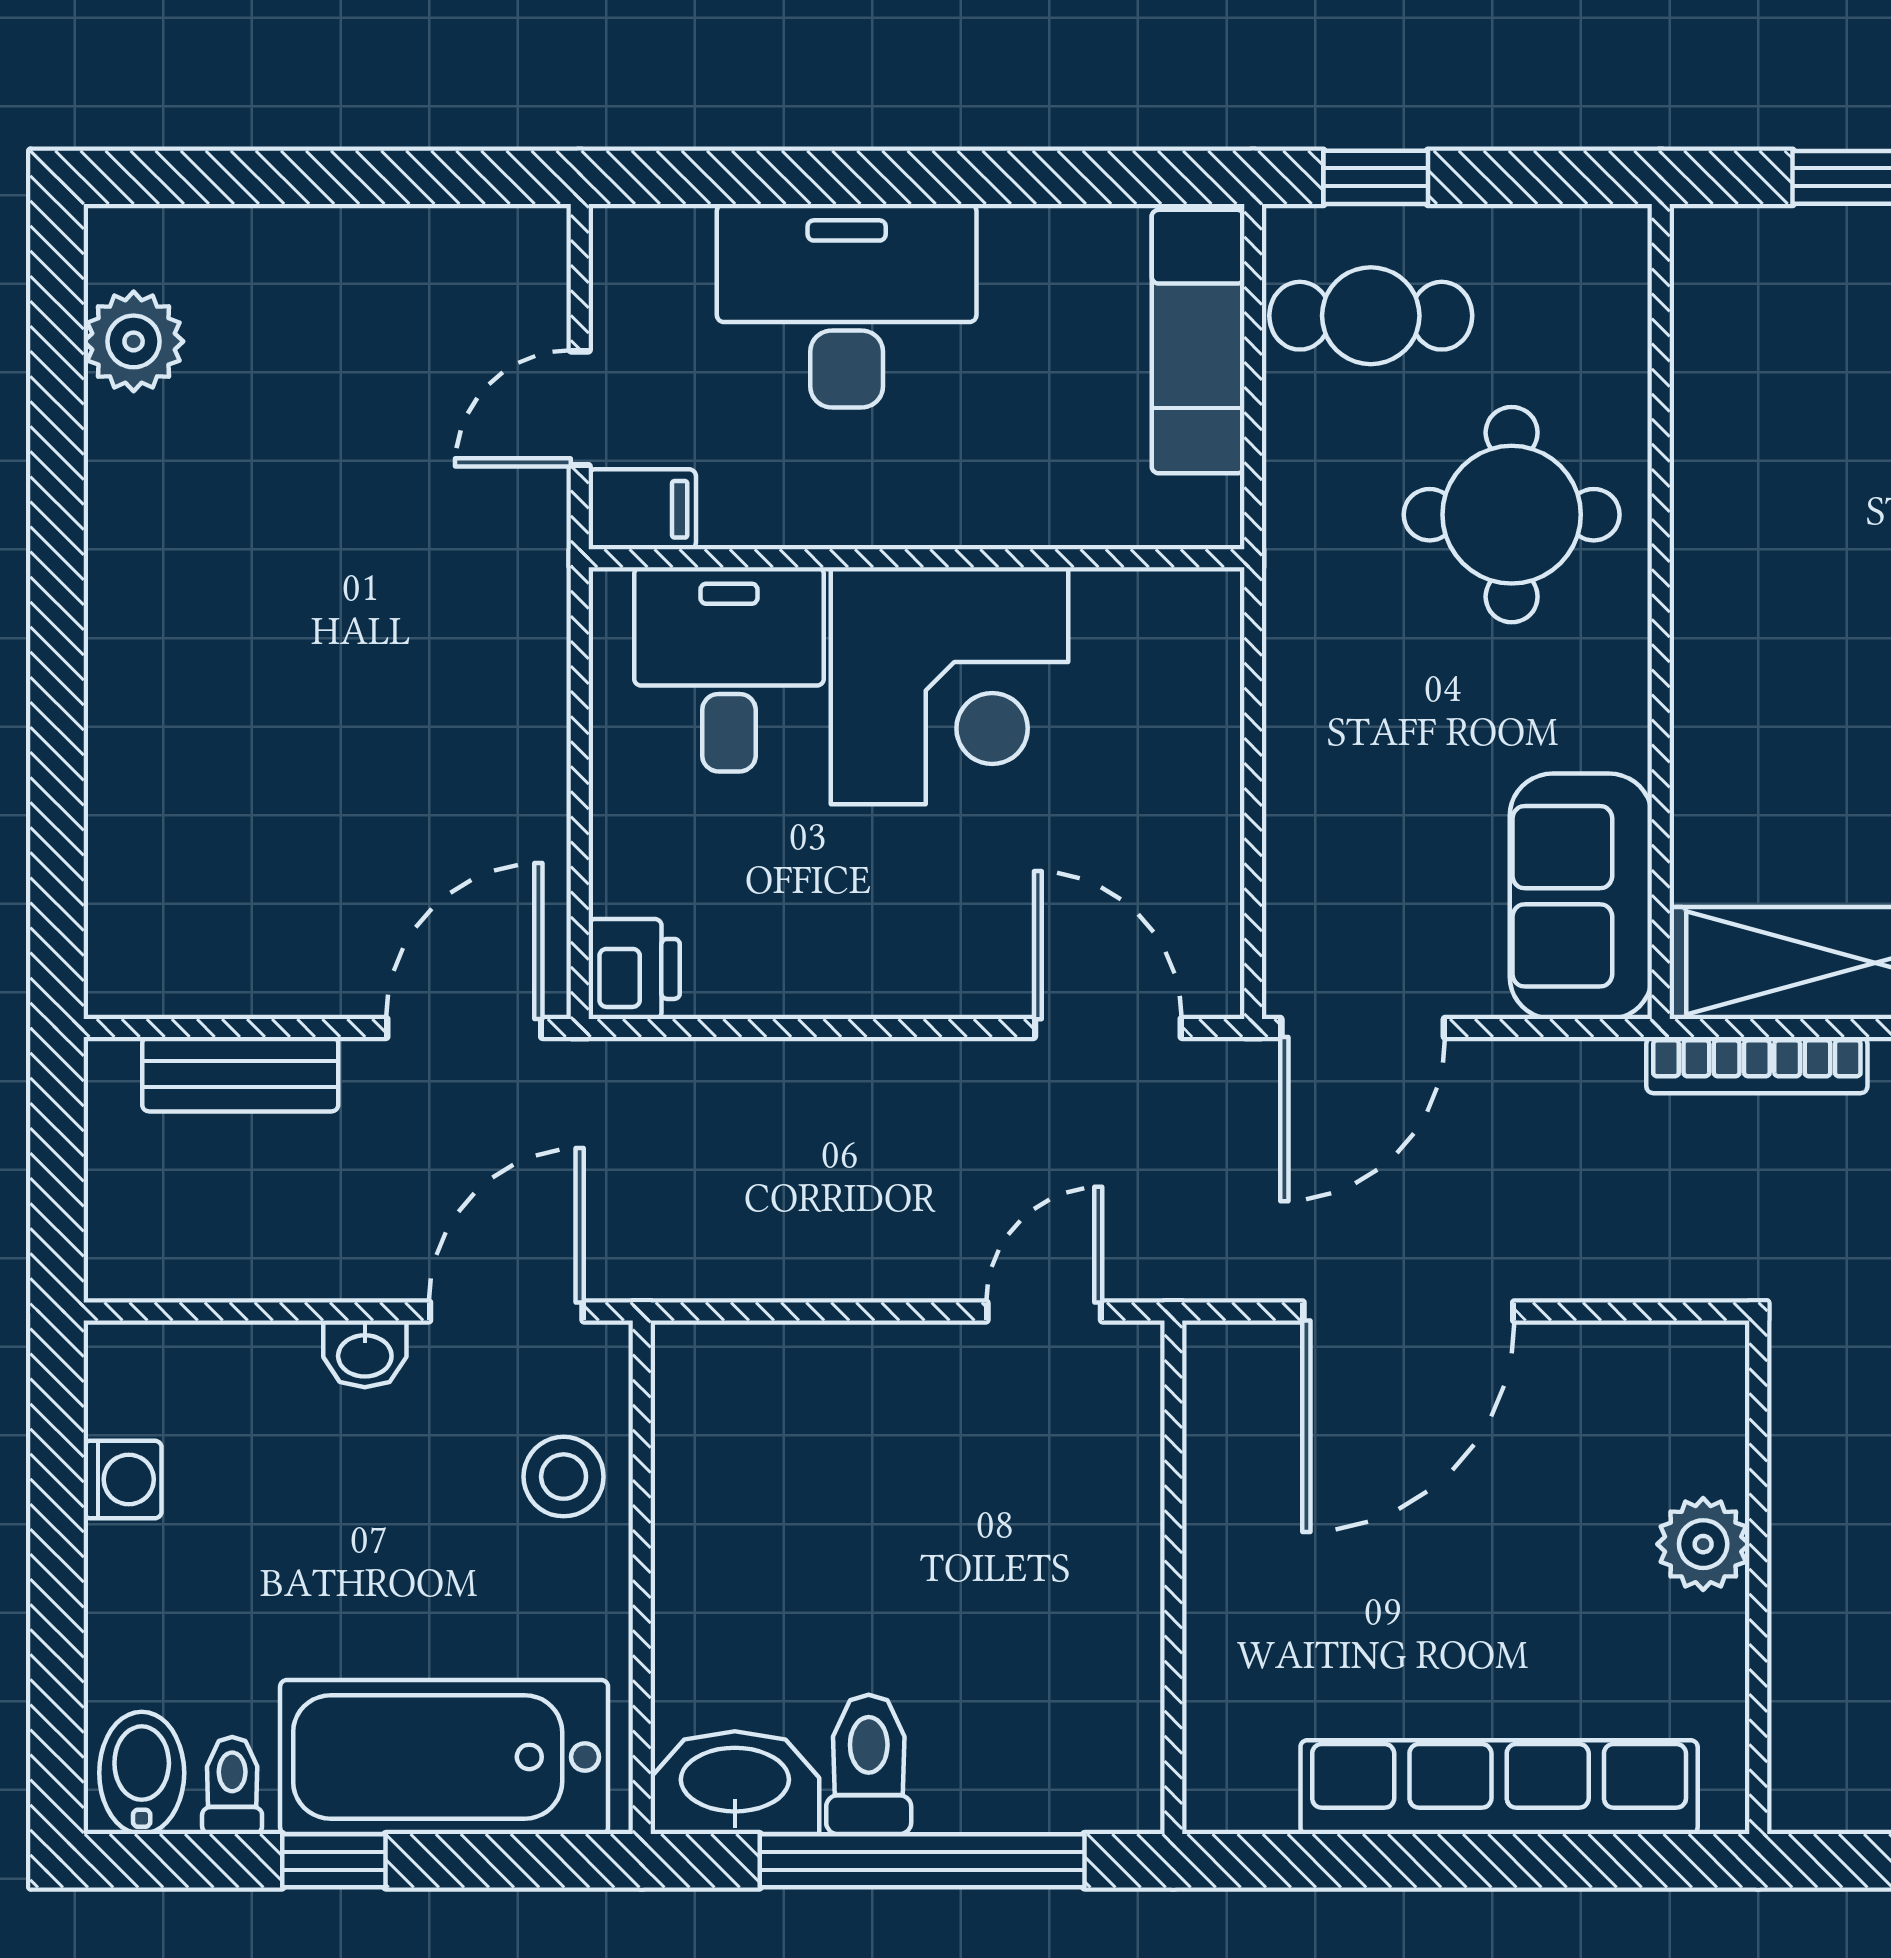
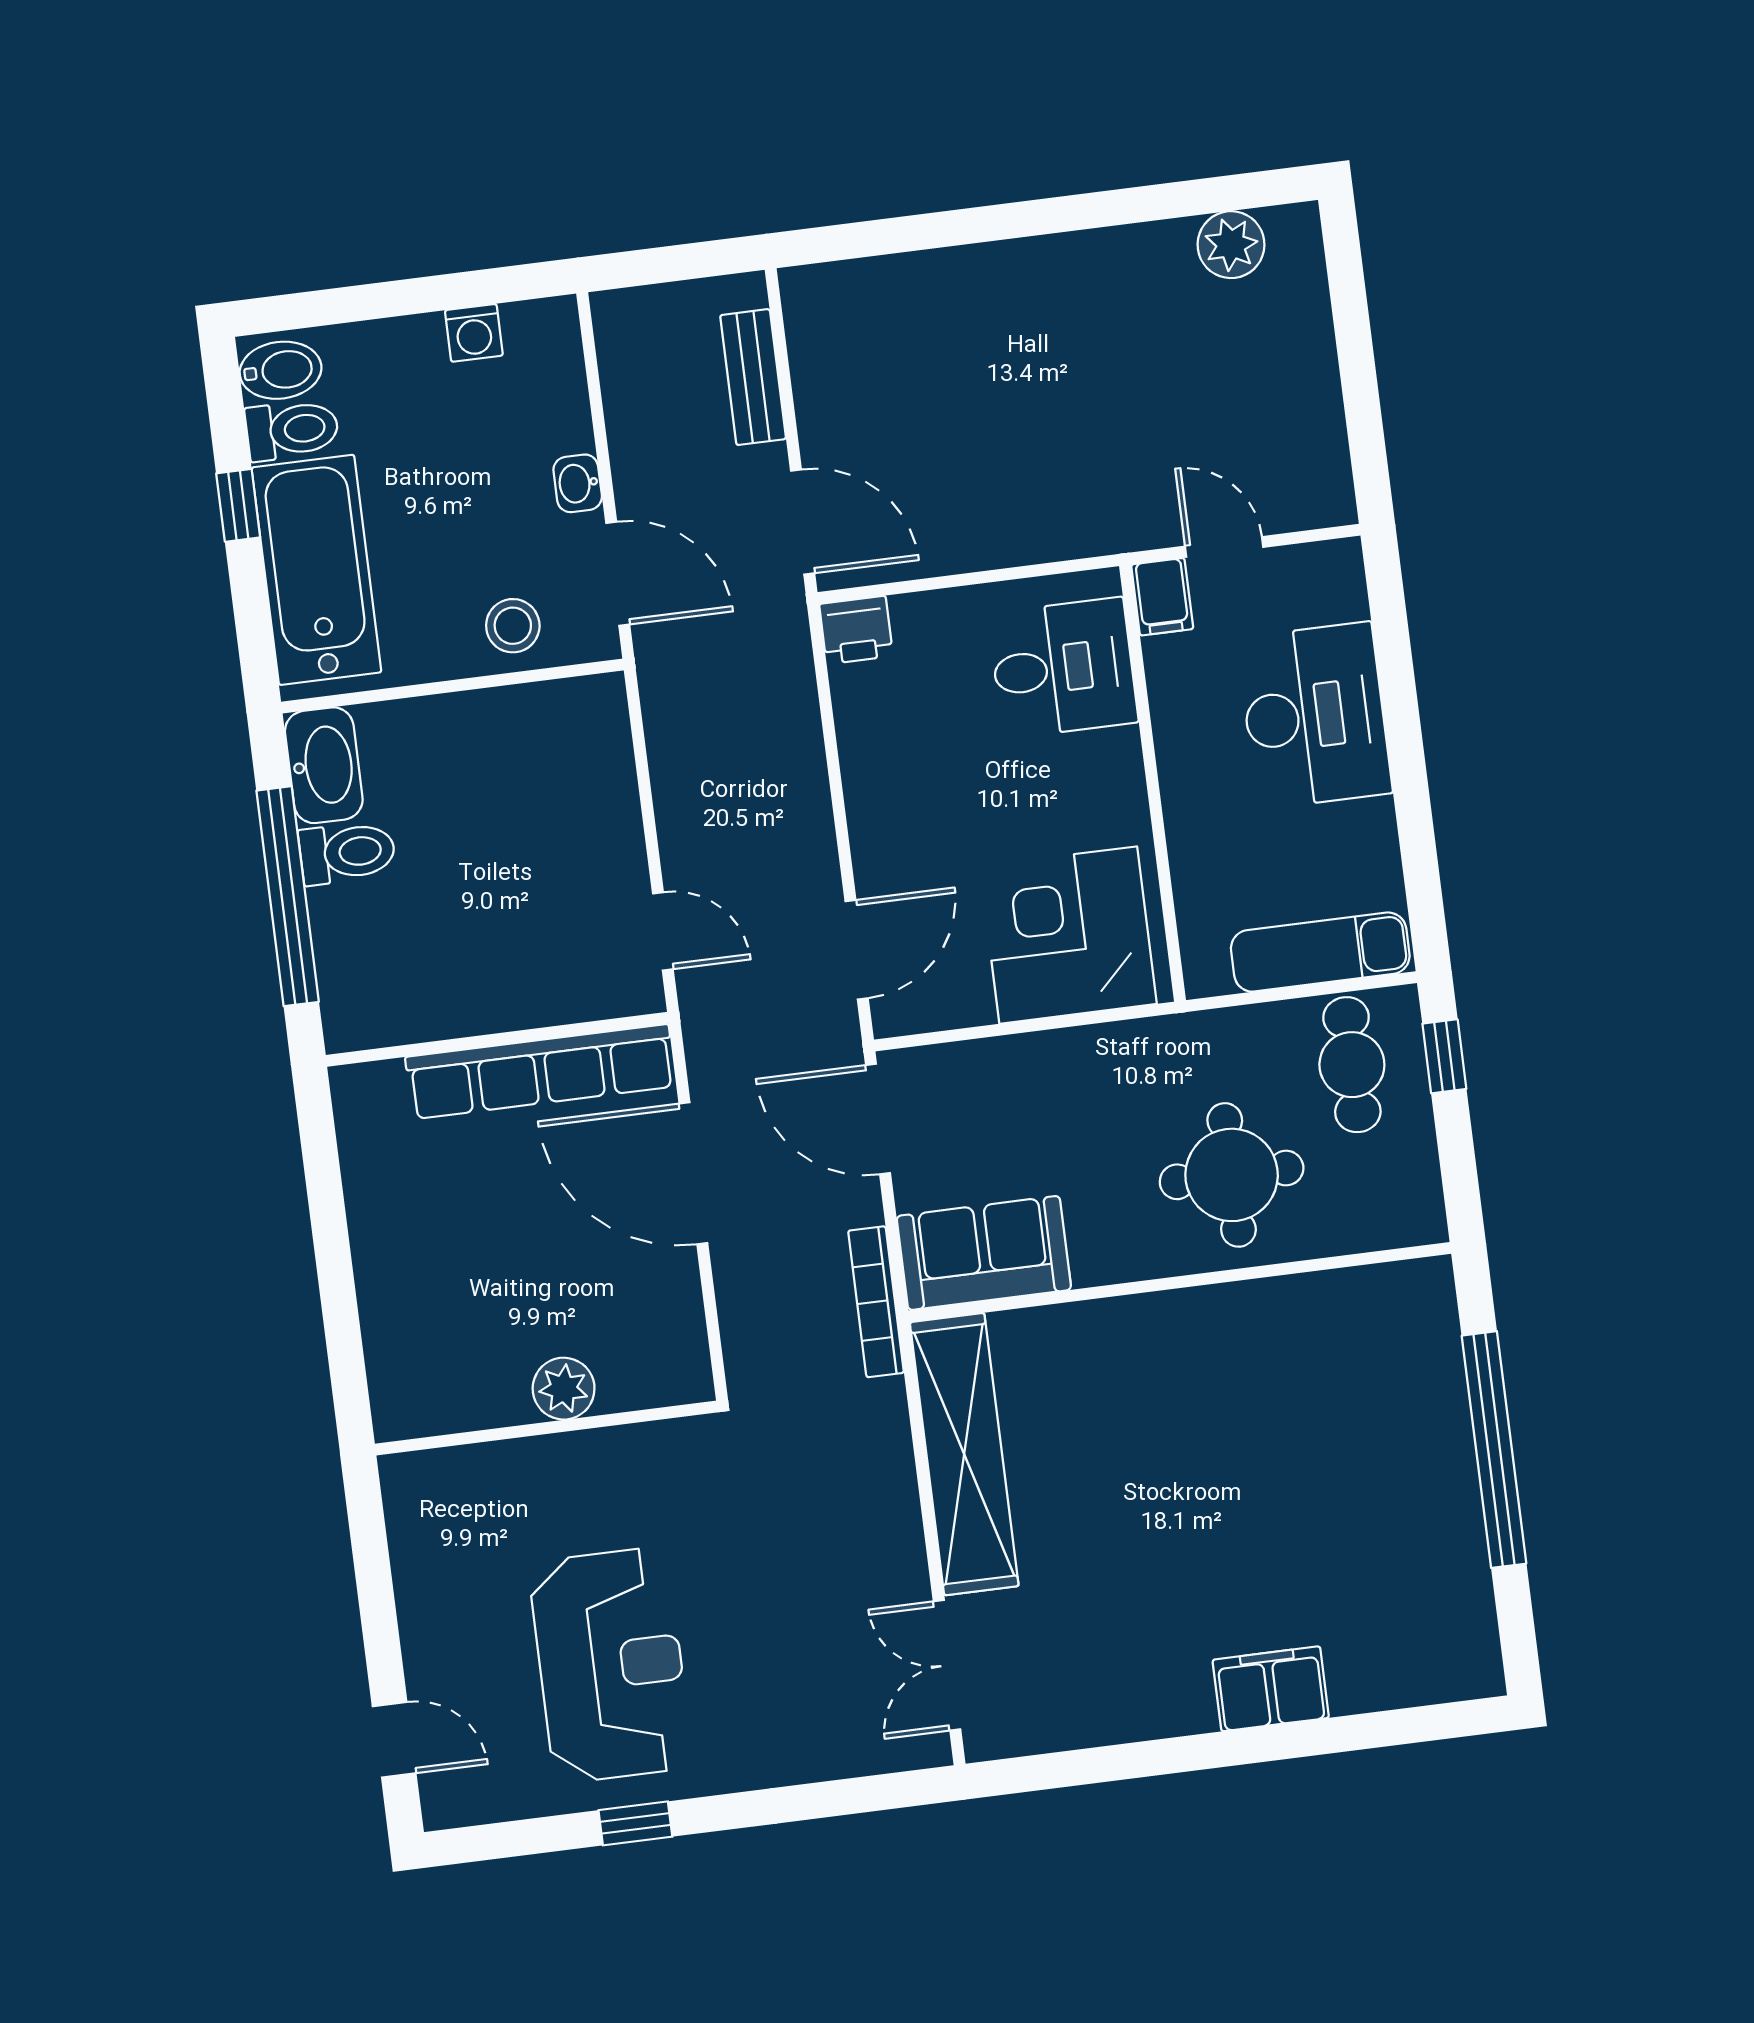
corner desk: (949, 686) -> (1068, 935), moved, turned 90
bookcase: (1757, 1065) -> (876, 1302), moved
toilet: (232, 1786) -> (292, 430), width x1.37, depth x1.39
row of seats: (1499, 1787) -> (541, 1072), moved, turned 90

